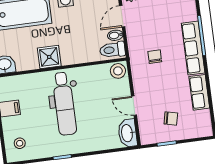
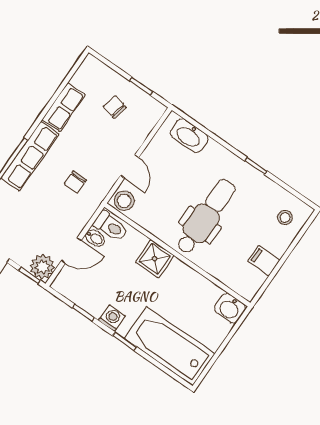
shower: (49, 57) -> (155, 259), moved
door: (134, 106) -> (130, 166), moved
washbasin: (127, 133) -> (189, 136), moved, turned 90

